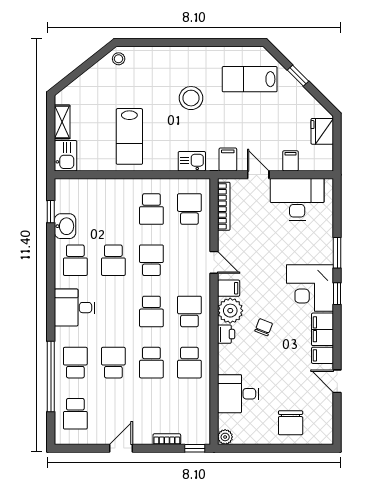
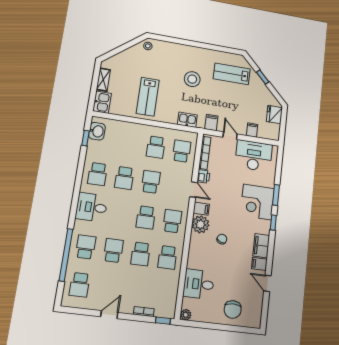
washbasin: (65, 226) -> (97, 131), moved
corner desk: (310, 288) -> (257, 202), moved
printer: (226, 334) -> (203, 176), moved

